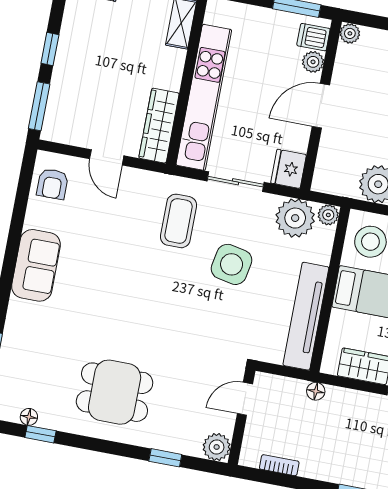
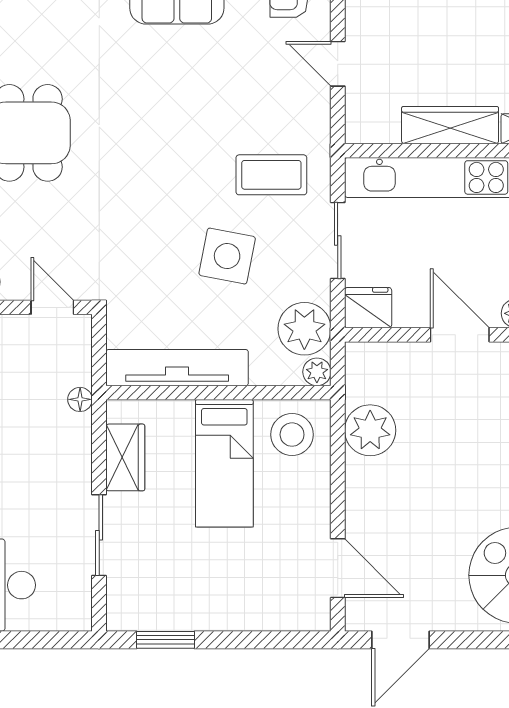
wardrobe: (159, 126) -> (450, 125), moved
door: (107, 157) -> (338, 64), hinge flipped

